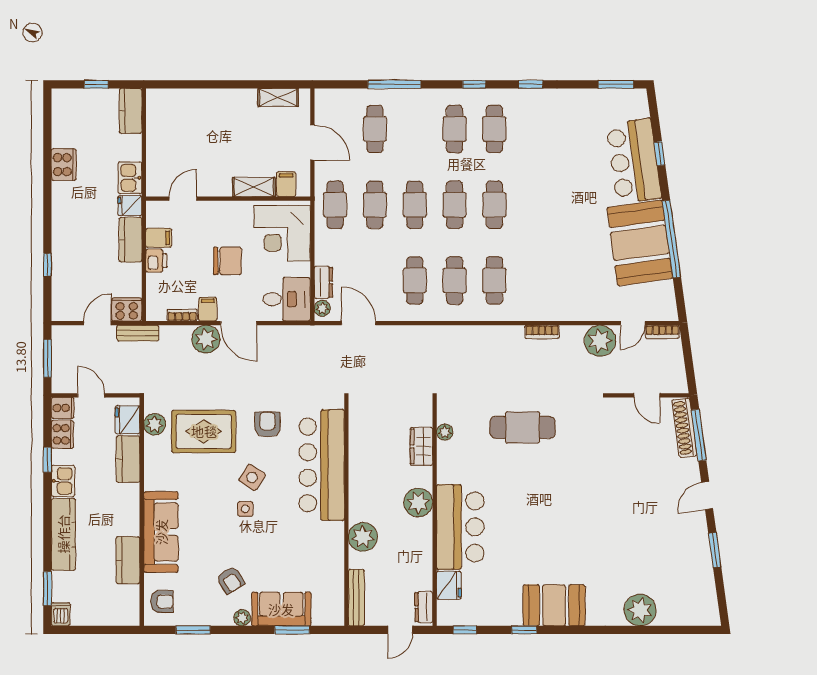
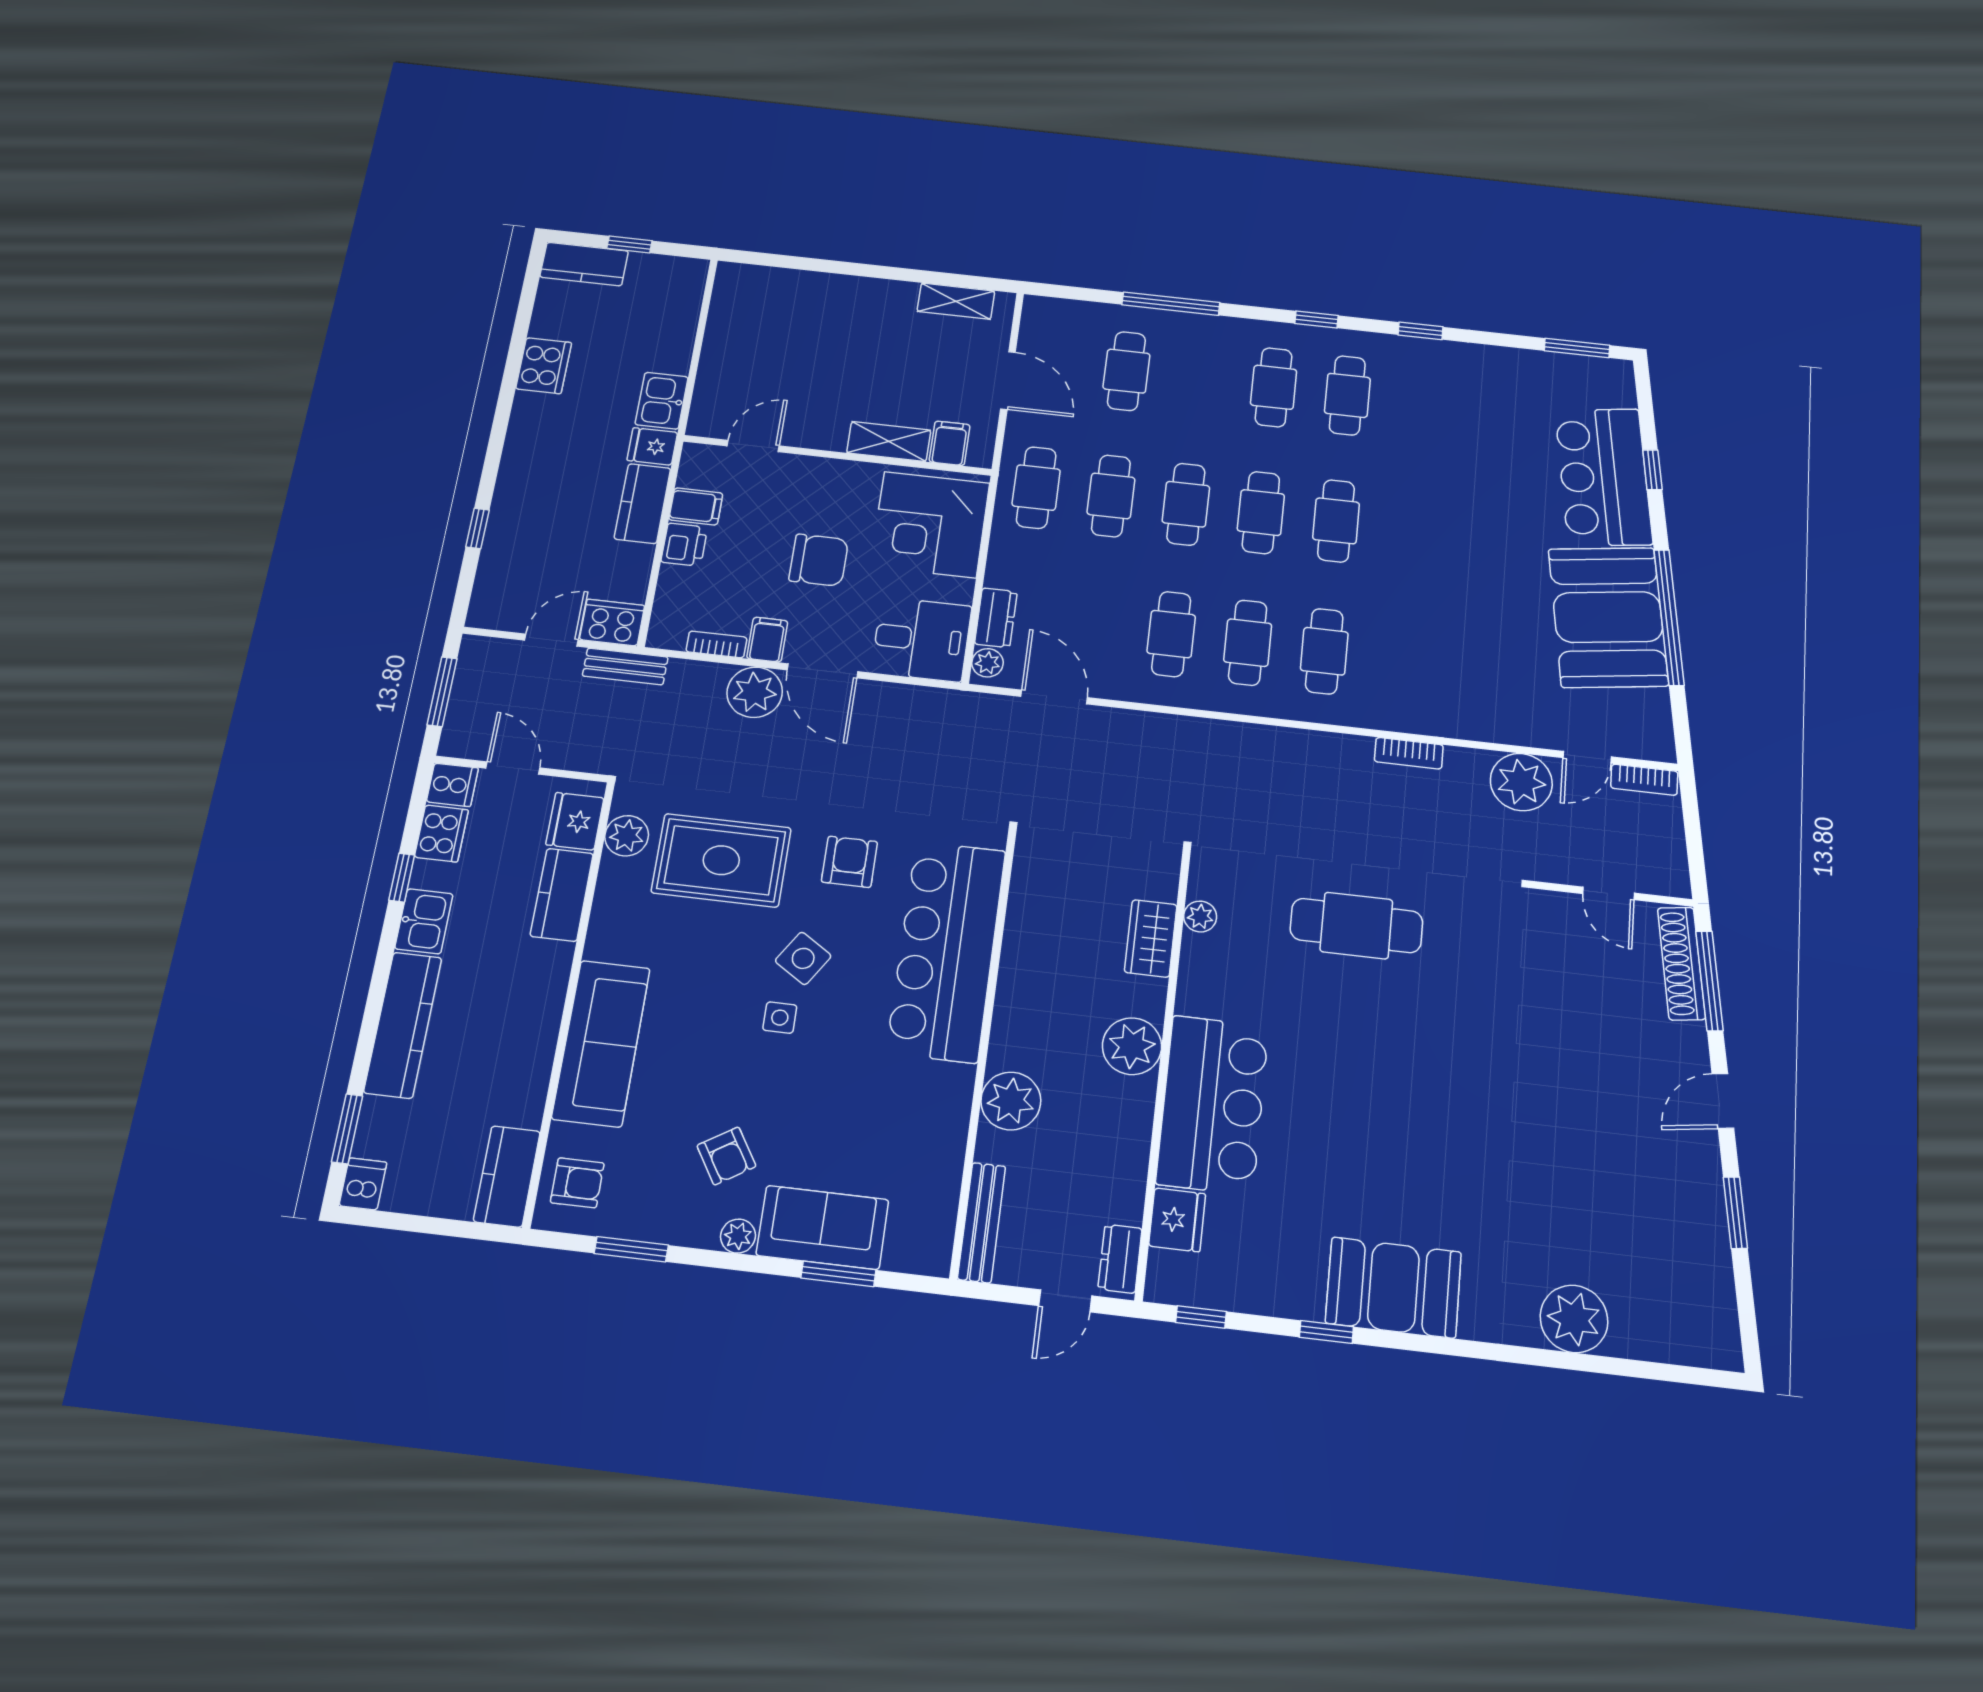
kitchen counter: (131, 111) -> (584, 264), moved, turned -90
kitchen counter: (128, 560) -> (507, 1176), moved

